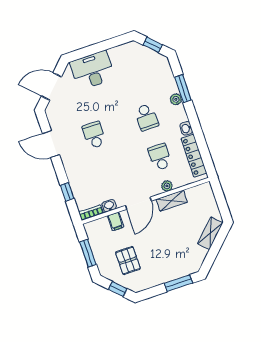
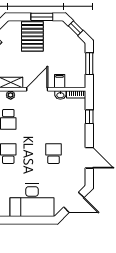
desk: (93, 70) -> (32, 200), width x1.36, depth x1.30
school desk: (94, 135) -> (53, 154), turned 180
pallet: (128, 261) -> (32, 36), moved, width x1.50, depth x1.42
window: (179, 283) -> (42, 17), moved

